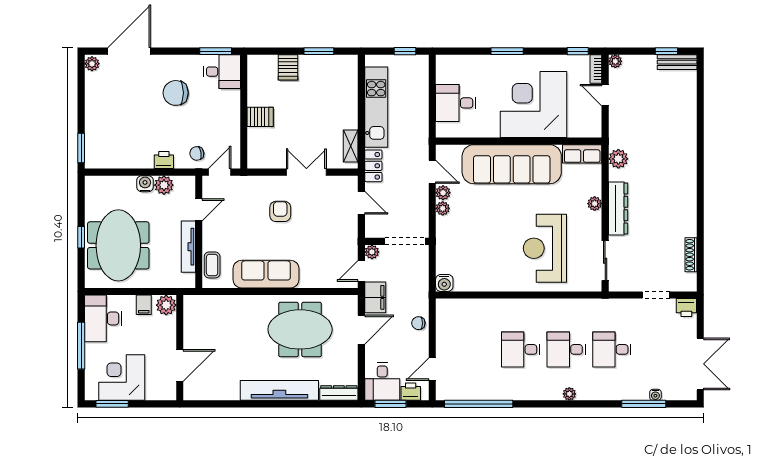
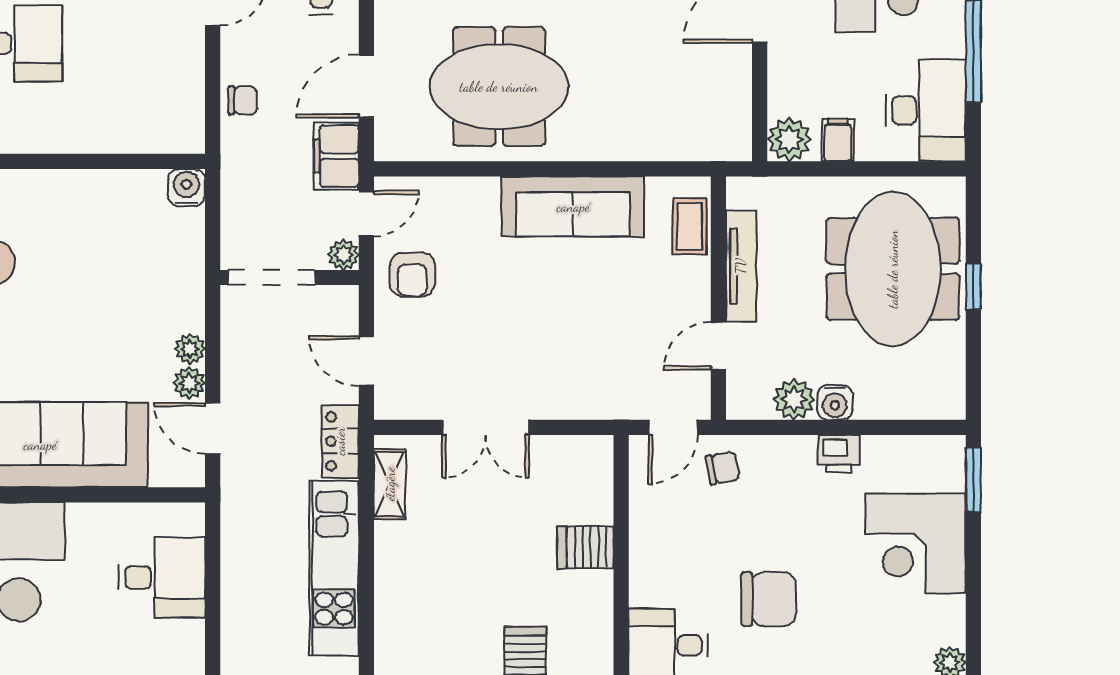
corner desk: (108, 119) -> (916, 543), added
printer: (164, 160) -> (839, 454), moved
armchair: (280, 211) -> (412, 275), moved

